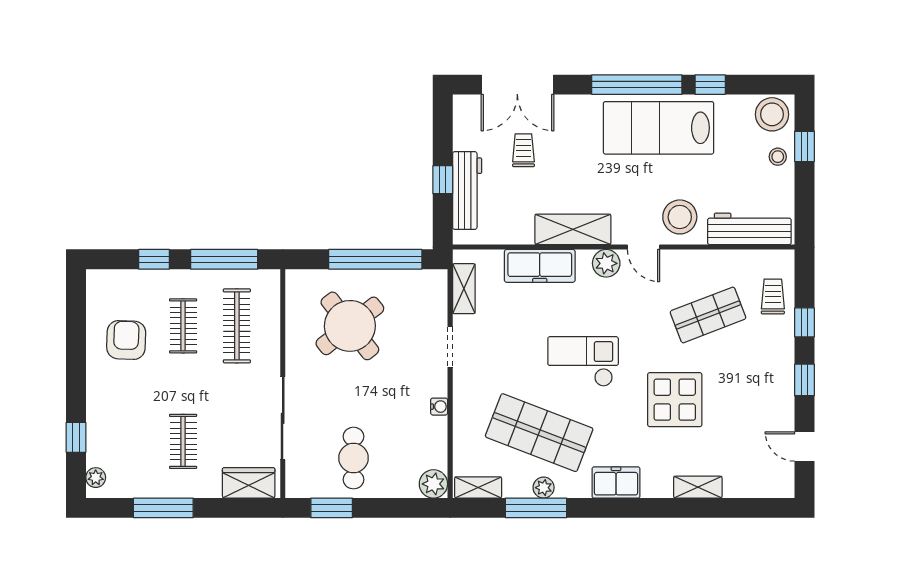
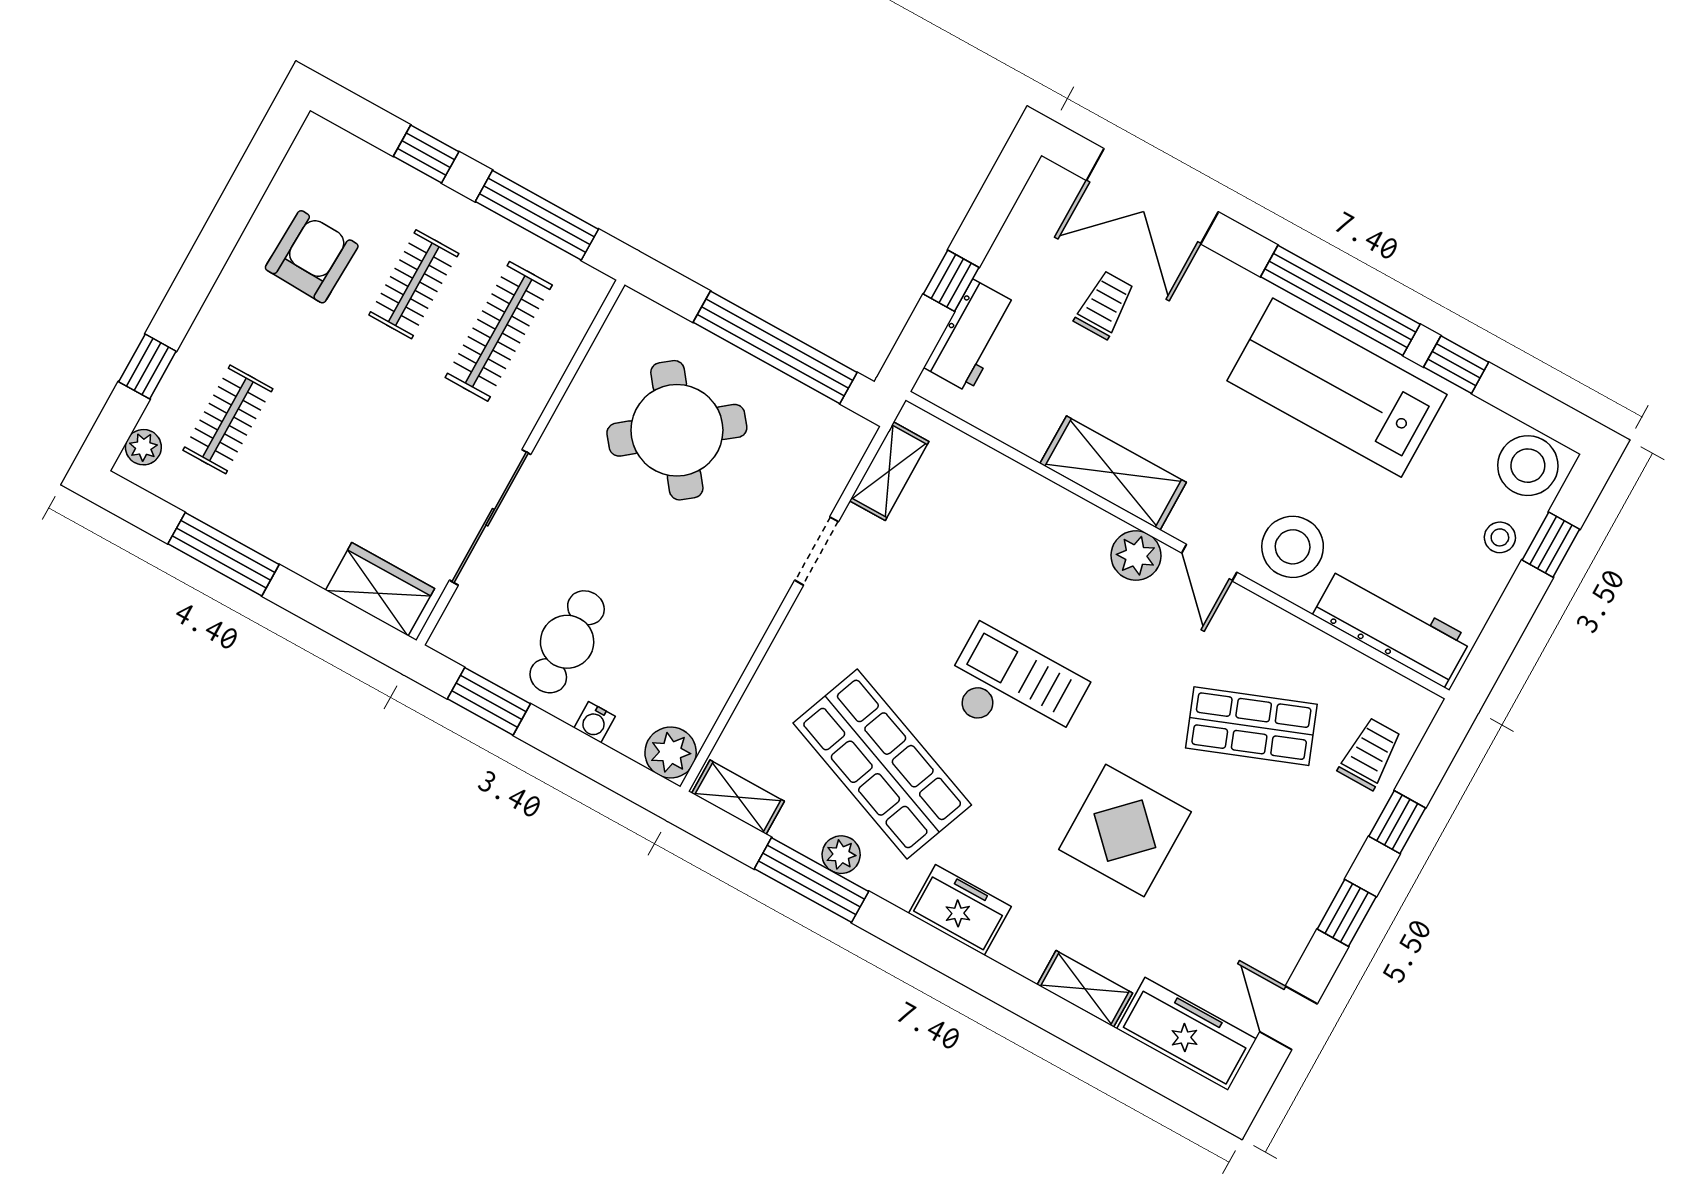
workbench: (467, 190) -> (971, 336), width x0.73
freezer: (540, 266) -> (1187, 1034), moved, turned 180
water cooler: (439, 407) -> (595, 722), moved, turned 90
clothes rail: (183, 441) -> (228, 419), moved

